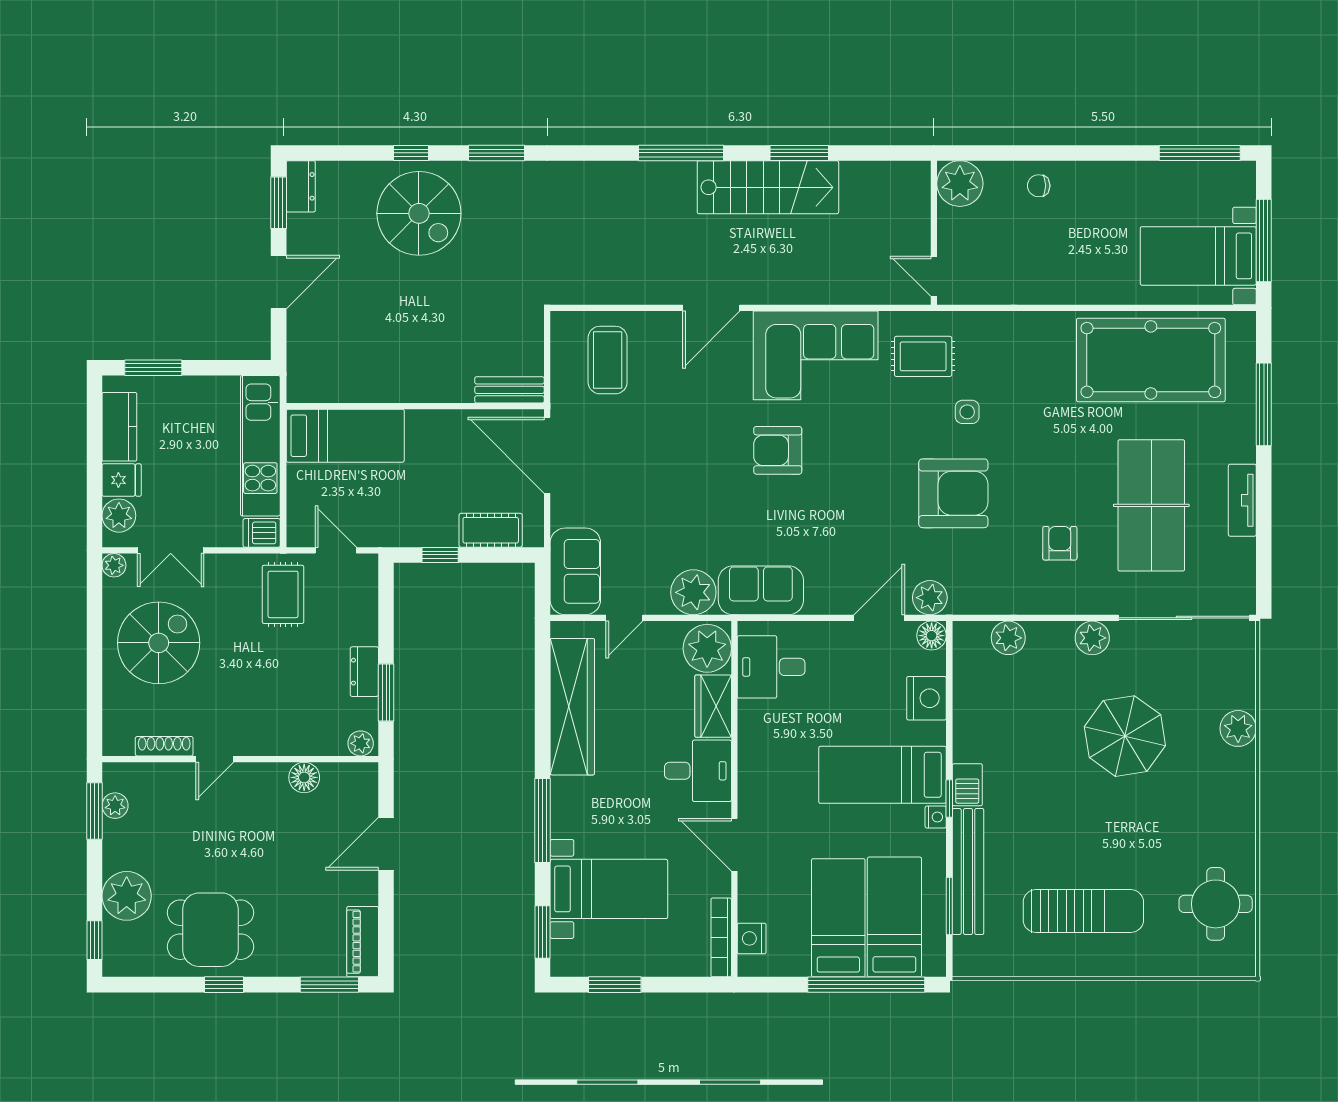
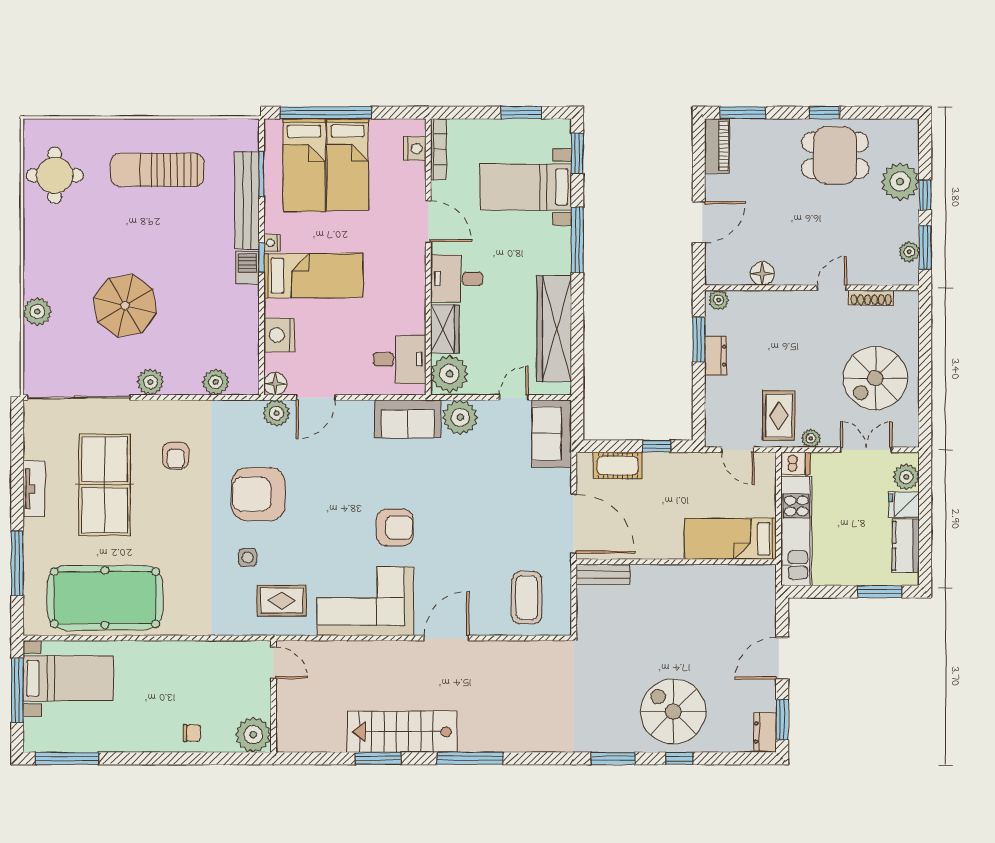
plant: (114, 565) -> (811, 438), moved
window: (94, 940) -> (925, 195), moved

